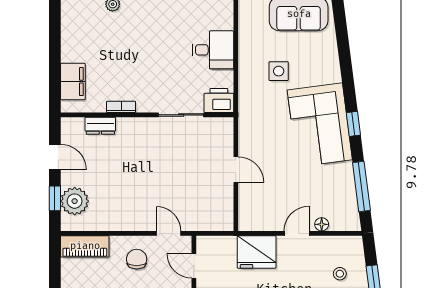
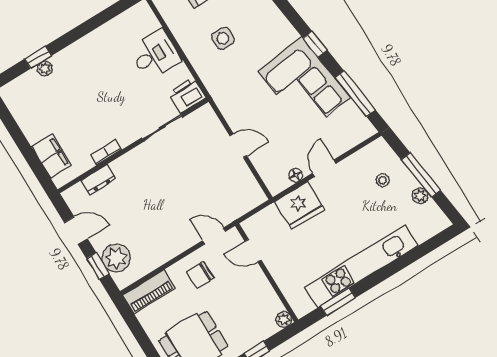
corner sofa: (320, 125) -> (304, 84), moved
floor lamp: (322, 224) -> (296, 175), moved
chair: (137, 259) -> (200, 275), turned -90

